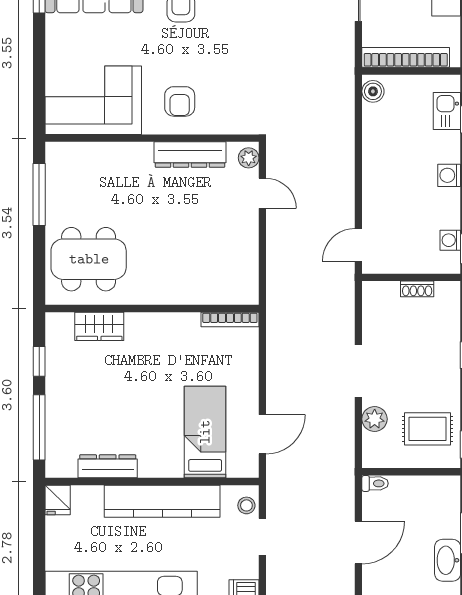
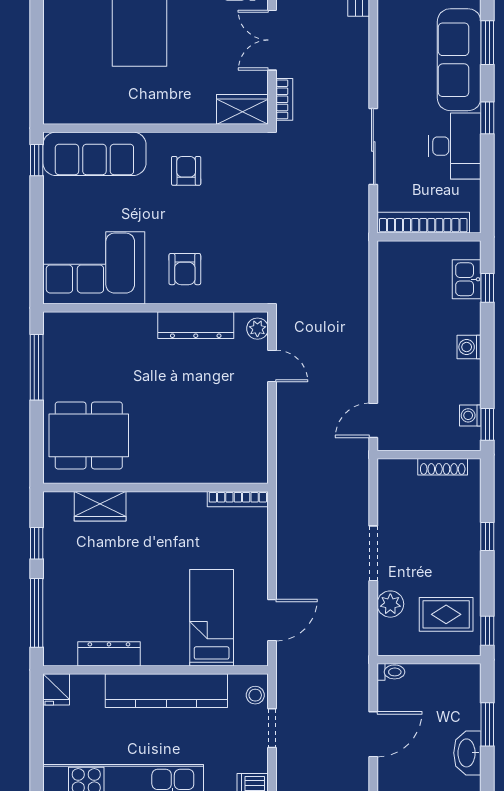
boiler: (373, 91) -> (389, 258), removed
shoe rack: (417, 289) -> (443, 467), width x1.43

